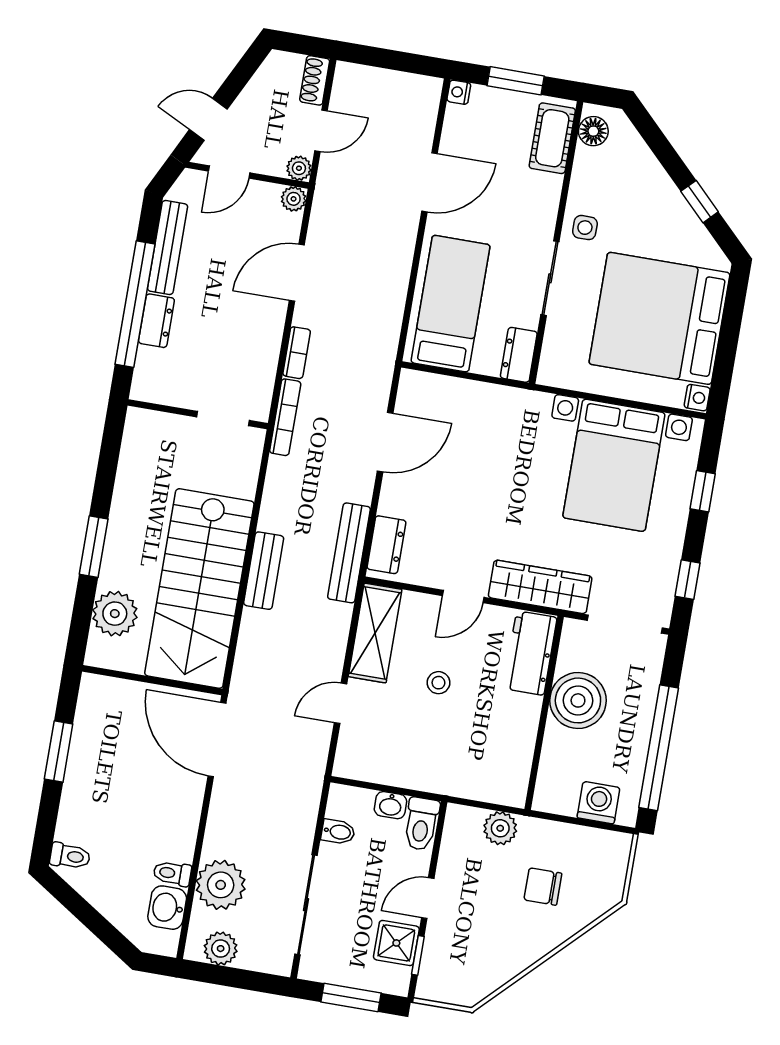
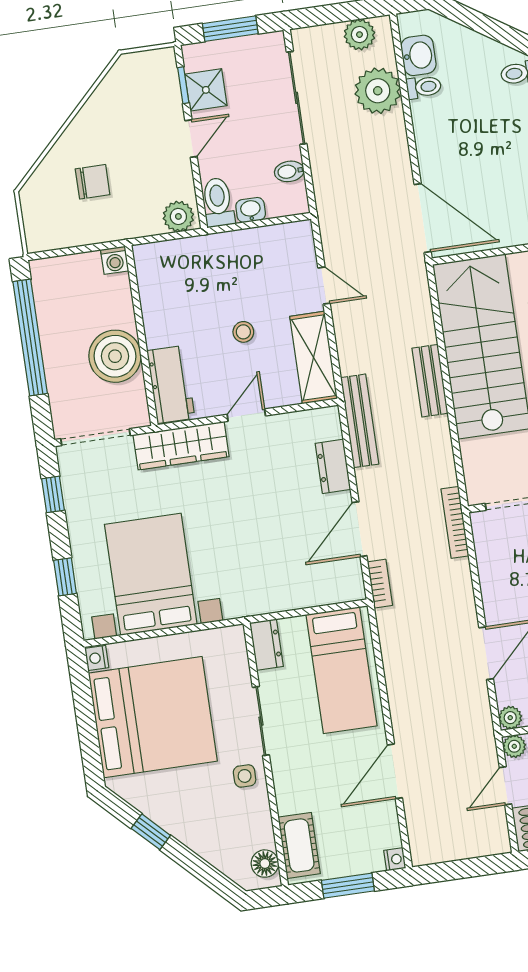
bookcase: (297, 353) -> (380, 584), moved, turned 180
dresser: (386, 545) -> (333, 466), moved
door: (340, 703) -> (324, 286), hinge flipped
washing machine: (598, 803) -> (115, 260), moved, width x0.73, depth x0.73
plant: (500, 828) -> (178, 216), moved

